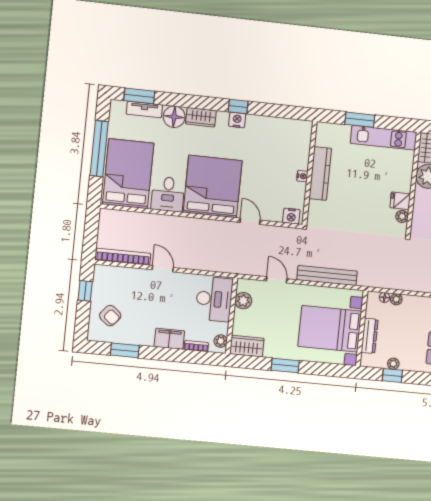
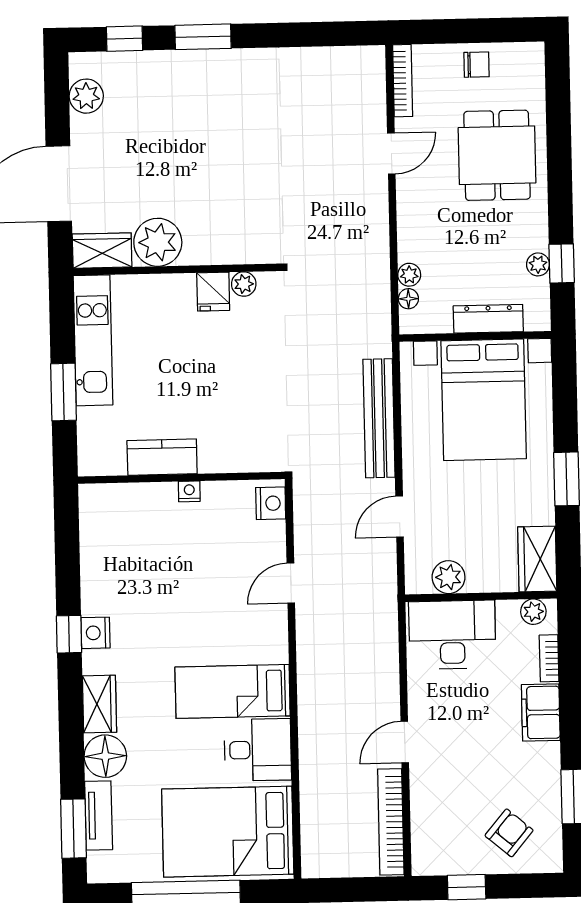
kitchen counter: (320, 173) -> (162, 457), width x0.67
bed: (213, 187) -> (233, 691), width x0.49

